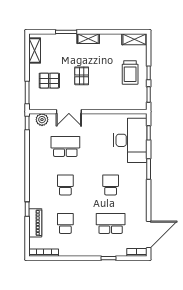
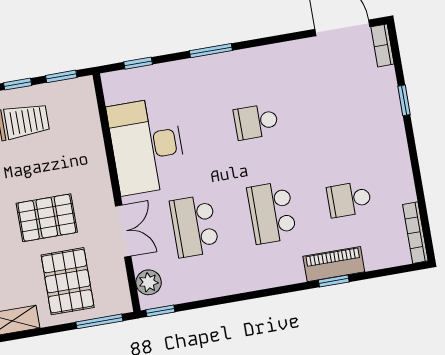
pallet: (82, 76) -> (47, 218), width x1.50, depth x1.42
pallet: (49, 81) -> (68, 281), width x1.50, depth x1.42
desk: (130, 140) -> (147, 146), moved, turned -90
school desk: (65, 185) -> (272, 213), width x1.85
piano: (35, 223) -> (334, 264), moved
school desk: (111, 223) -> (333, 108), removed

